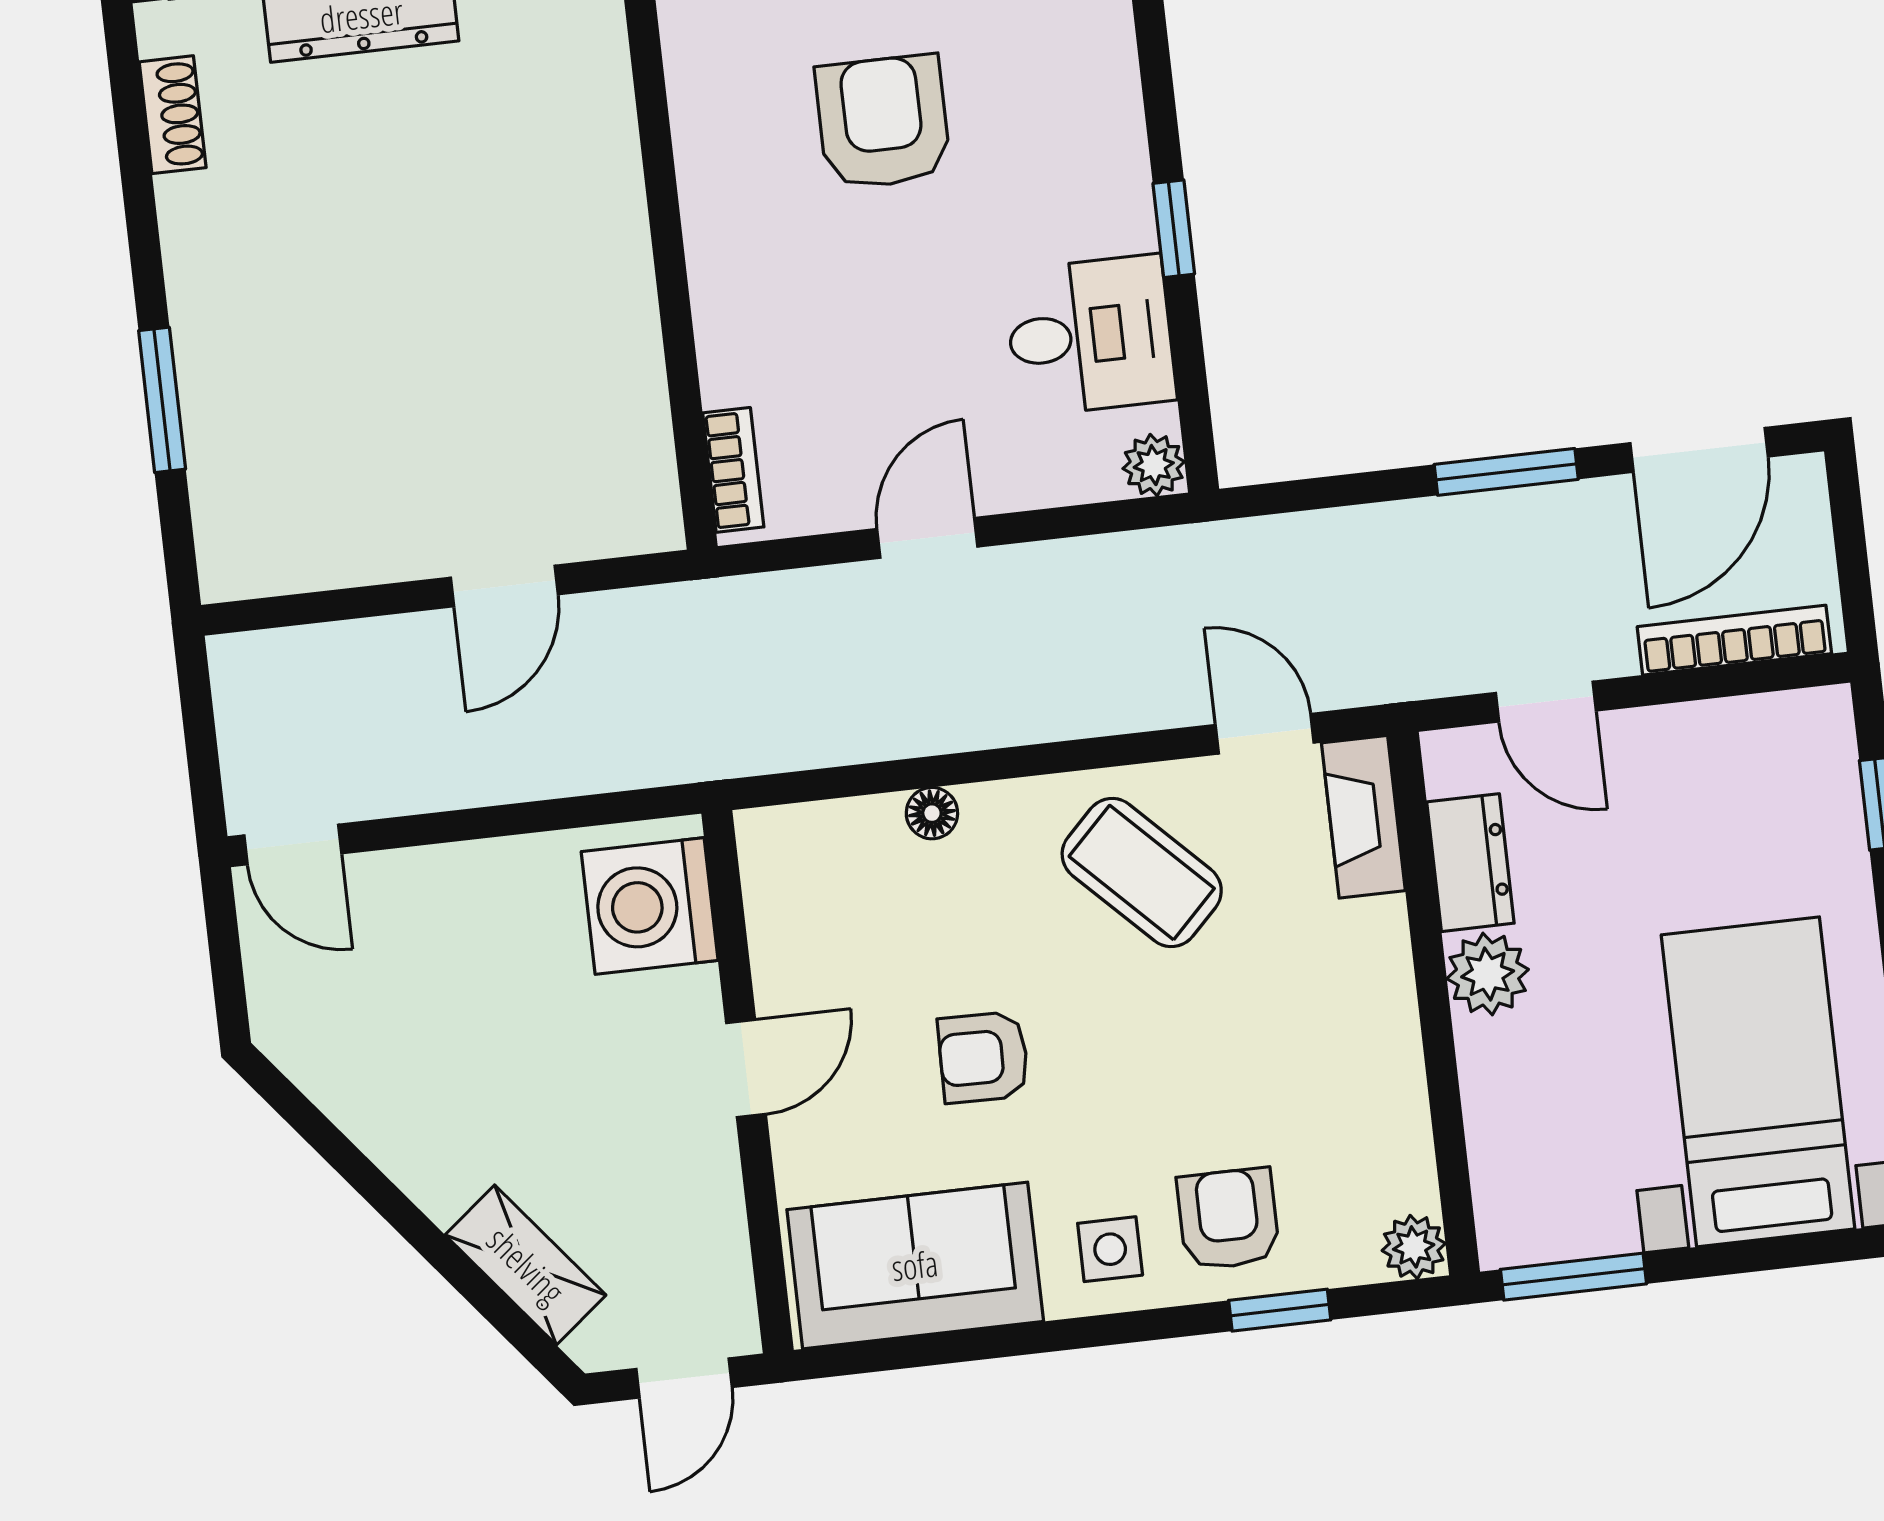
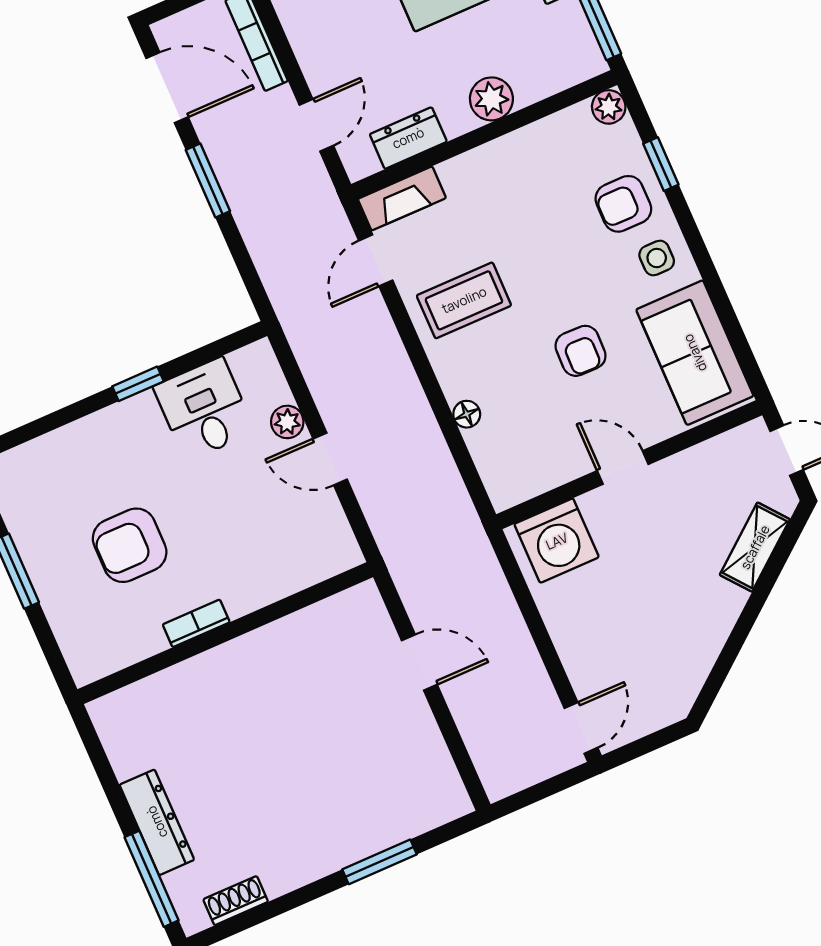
plant: (1154, 465) -> (287, 422), moved
bookcase: (733, 470) -> (196, 623), moved
coffee table: (1142, 872) -> (464, 300), turned 45
plant: (1488, 974) -> (491, 99), moved

